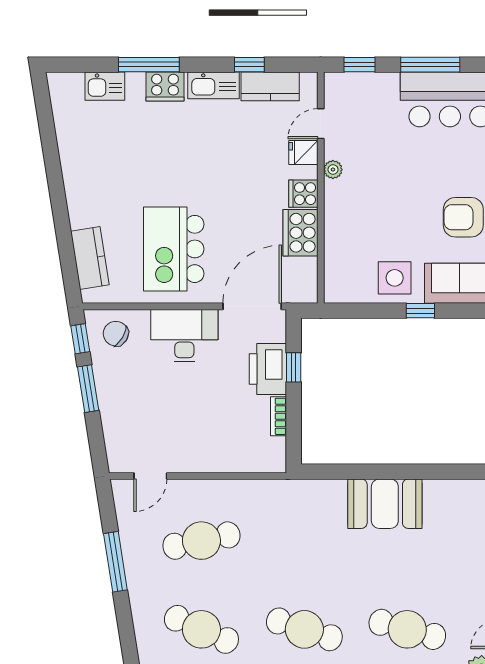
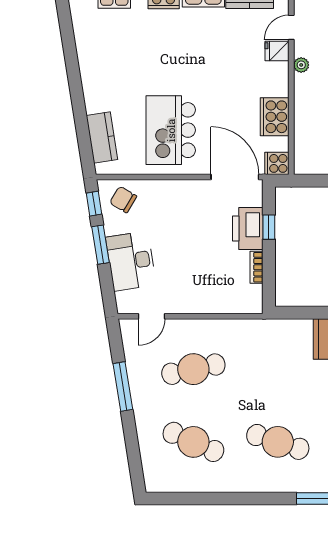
cooker: (303, 194) -> (277, 163), moved
door: (252, 306) -> (235, 177), hinge flipped
desk: (184, 336) -> (131, 261), moved, turned -99

